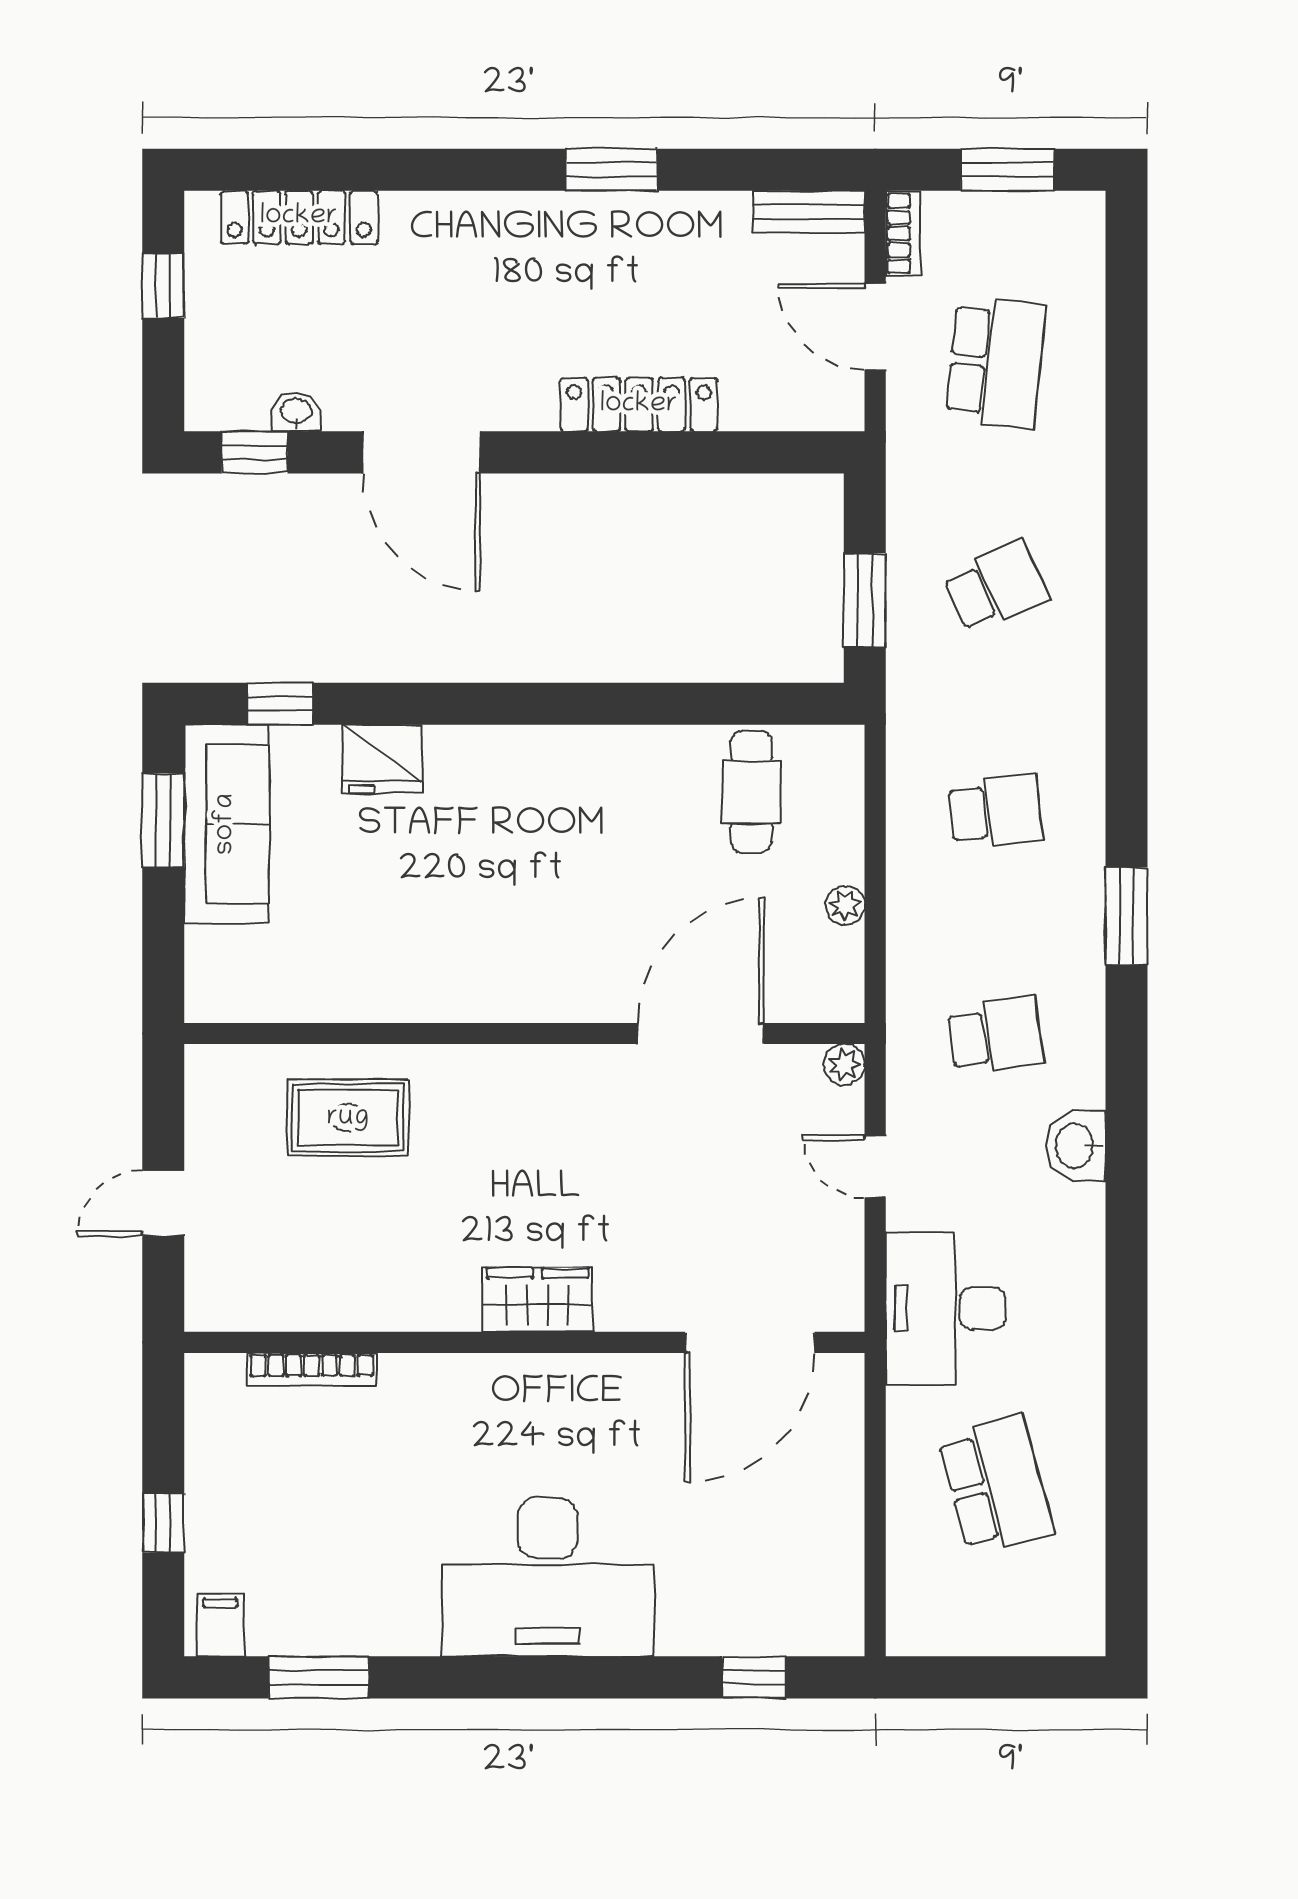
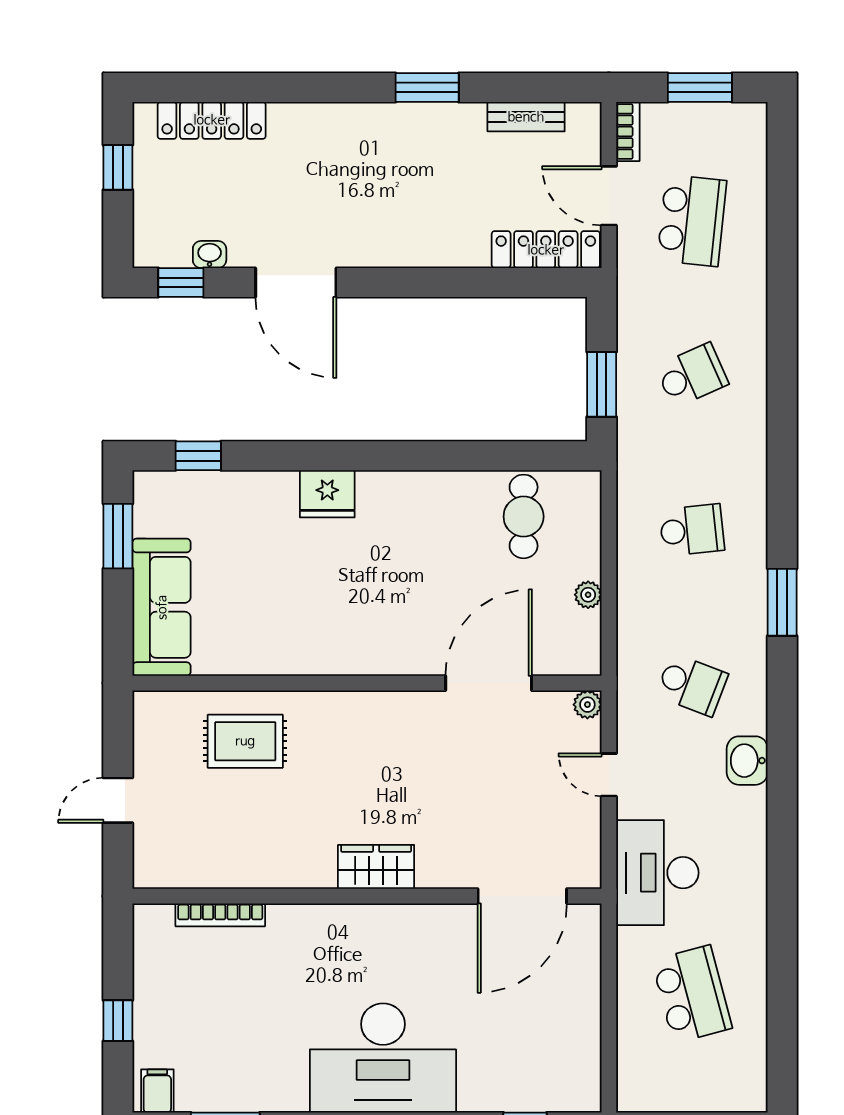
bench: (809, 212) -> (526, 117), moved
locker: (639, 405) -> (546, 250), moved
fridge: (382, 759) -> (327, 494), moved
sofa: (226, 824) -> (162, 607), moved
school desk: (996, 1036) -> (692, 685), turned 30

